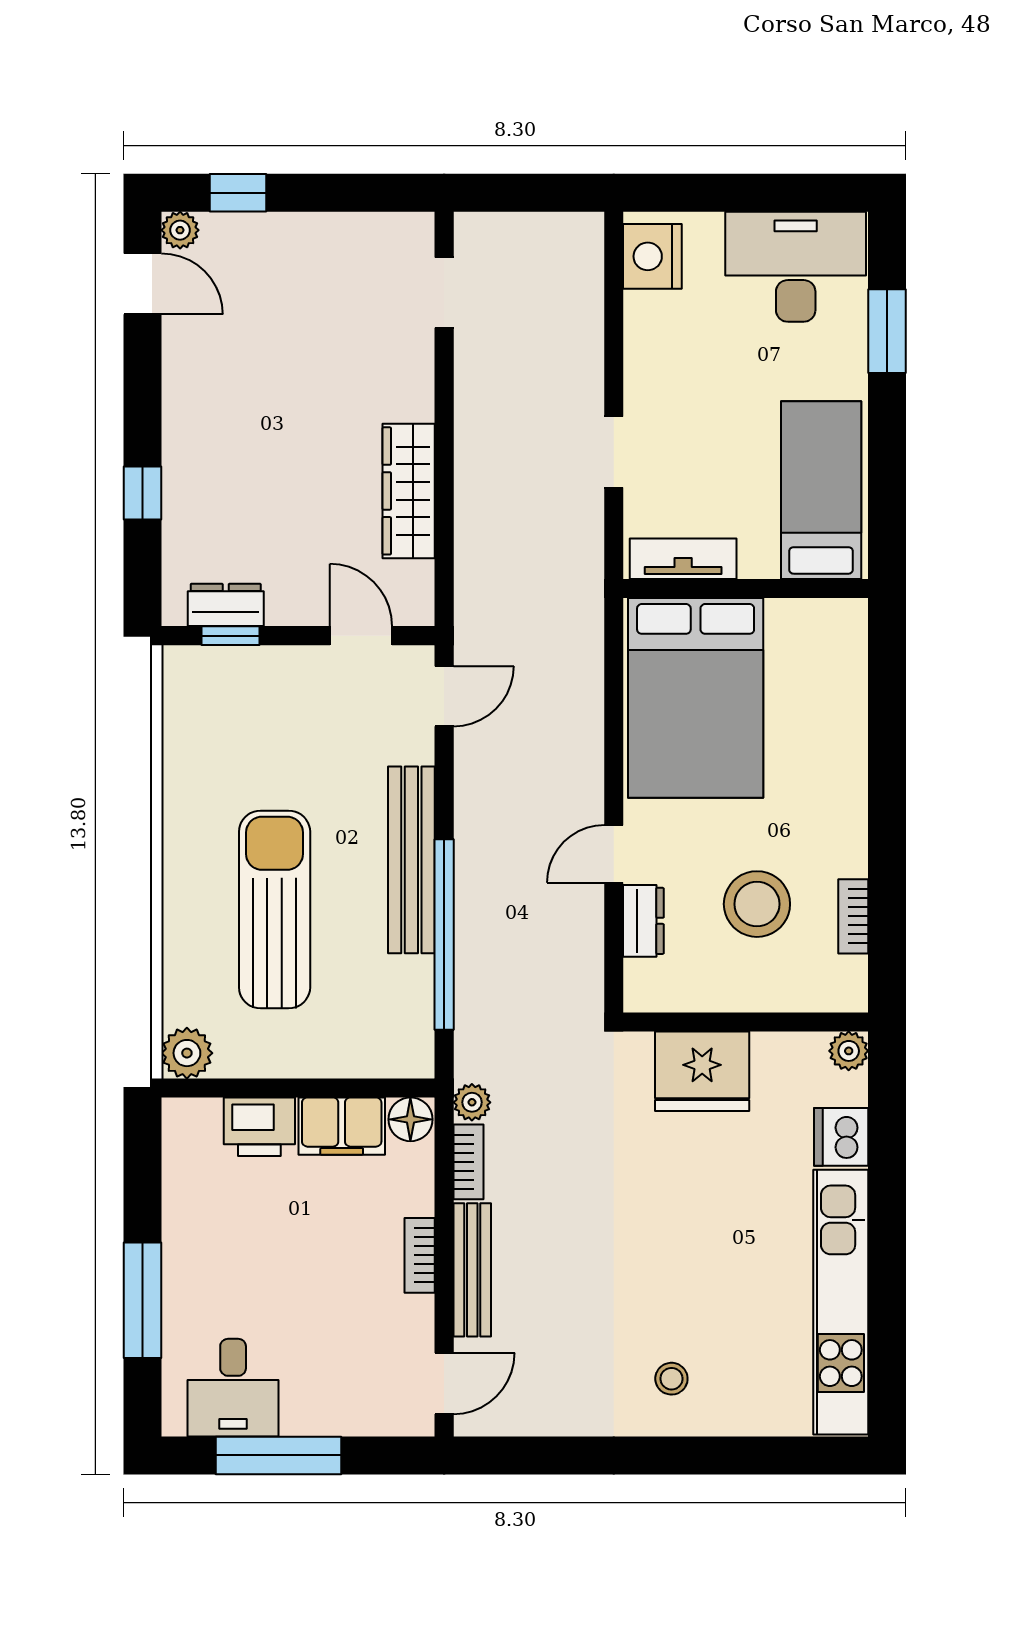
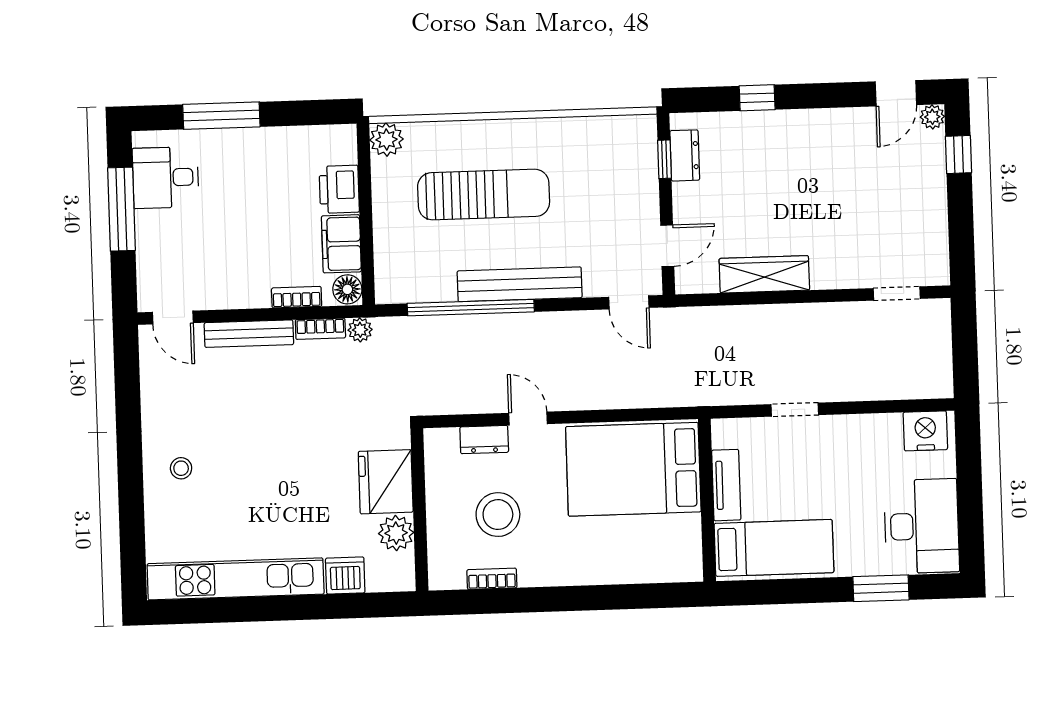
tv unit: (683, 559) -> (726, 485), moved
plant: (849, 1051) -> (396, 533), moved, width x1.38, depth x1.38
bookcase: (420, 1255) -> (297, 297), moved

